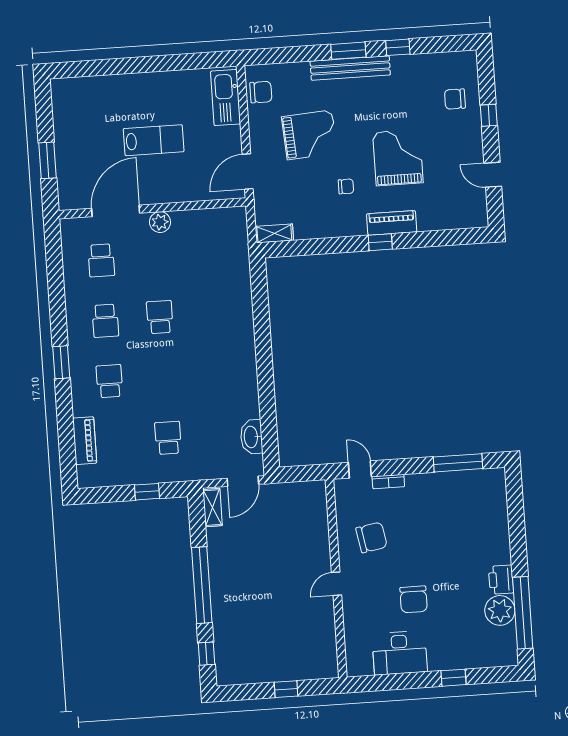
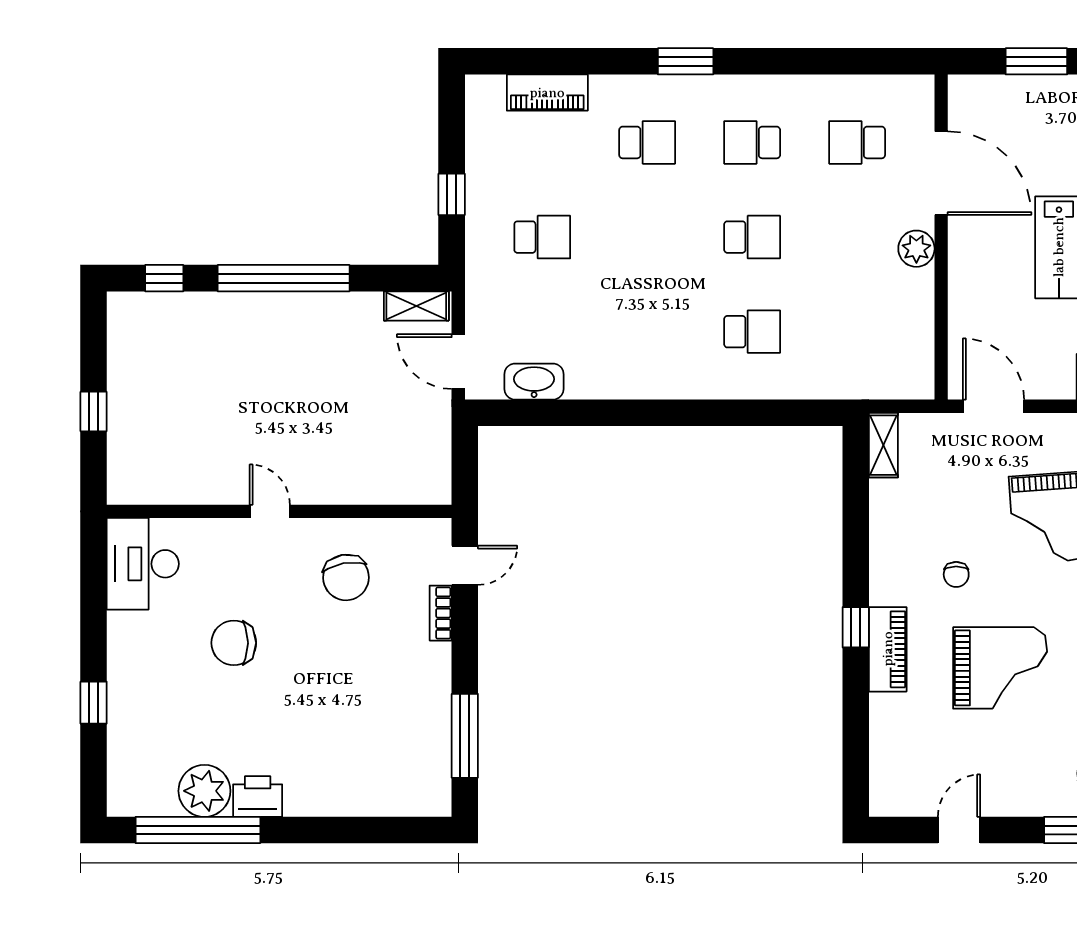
school desk: (214, 313) -> (752, 332), added
desk: (400, 653) -> (143, 564), moved

